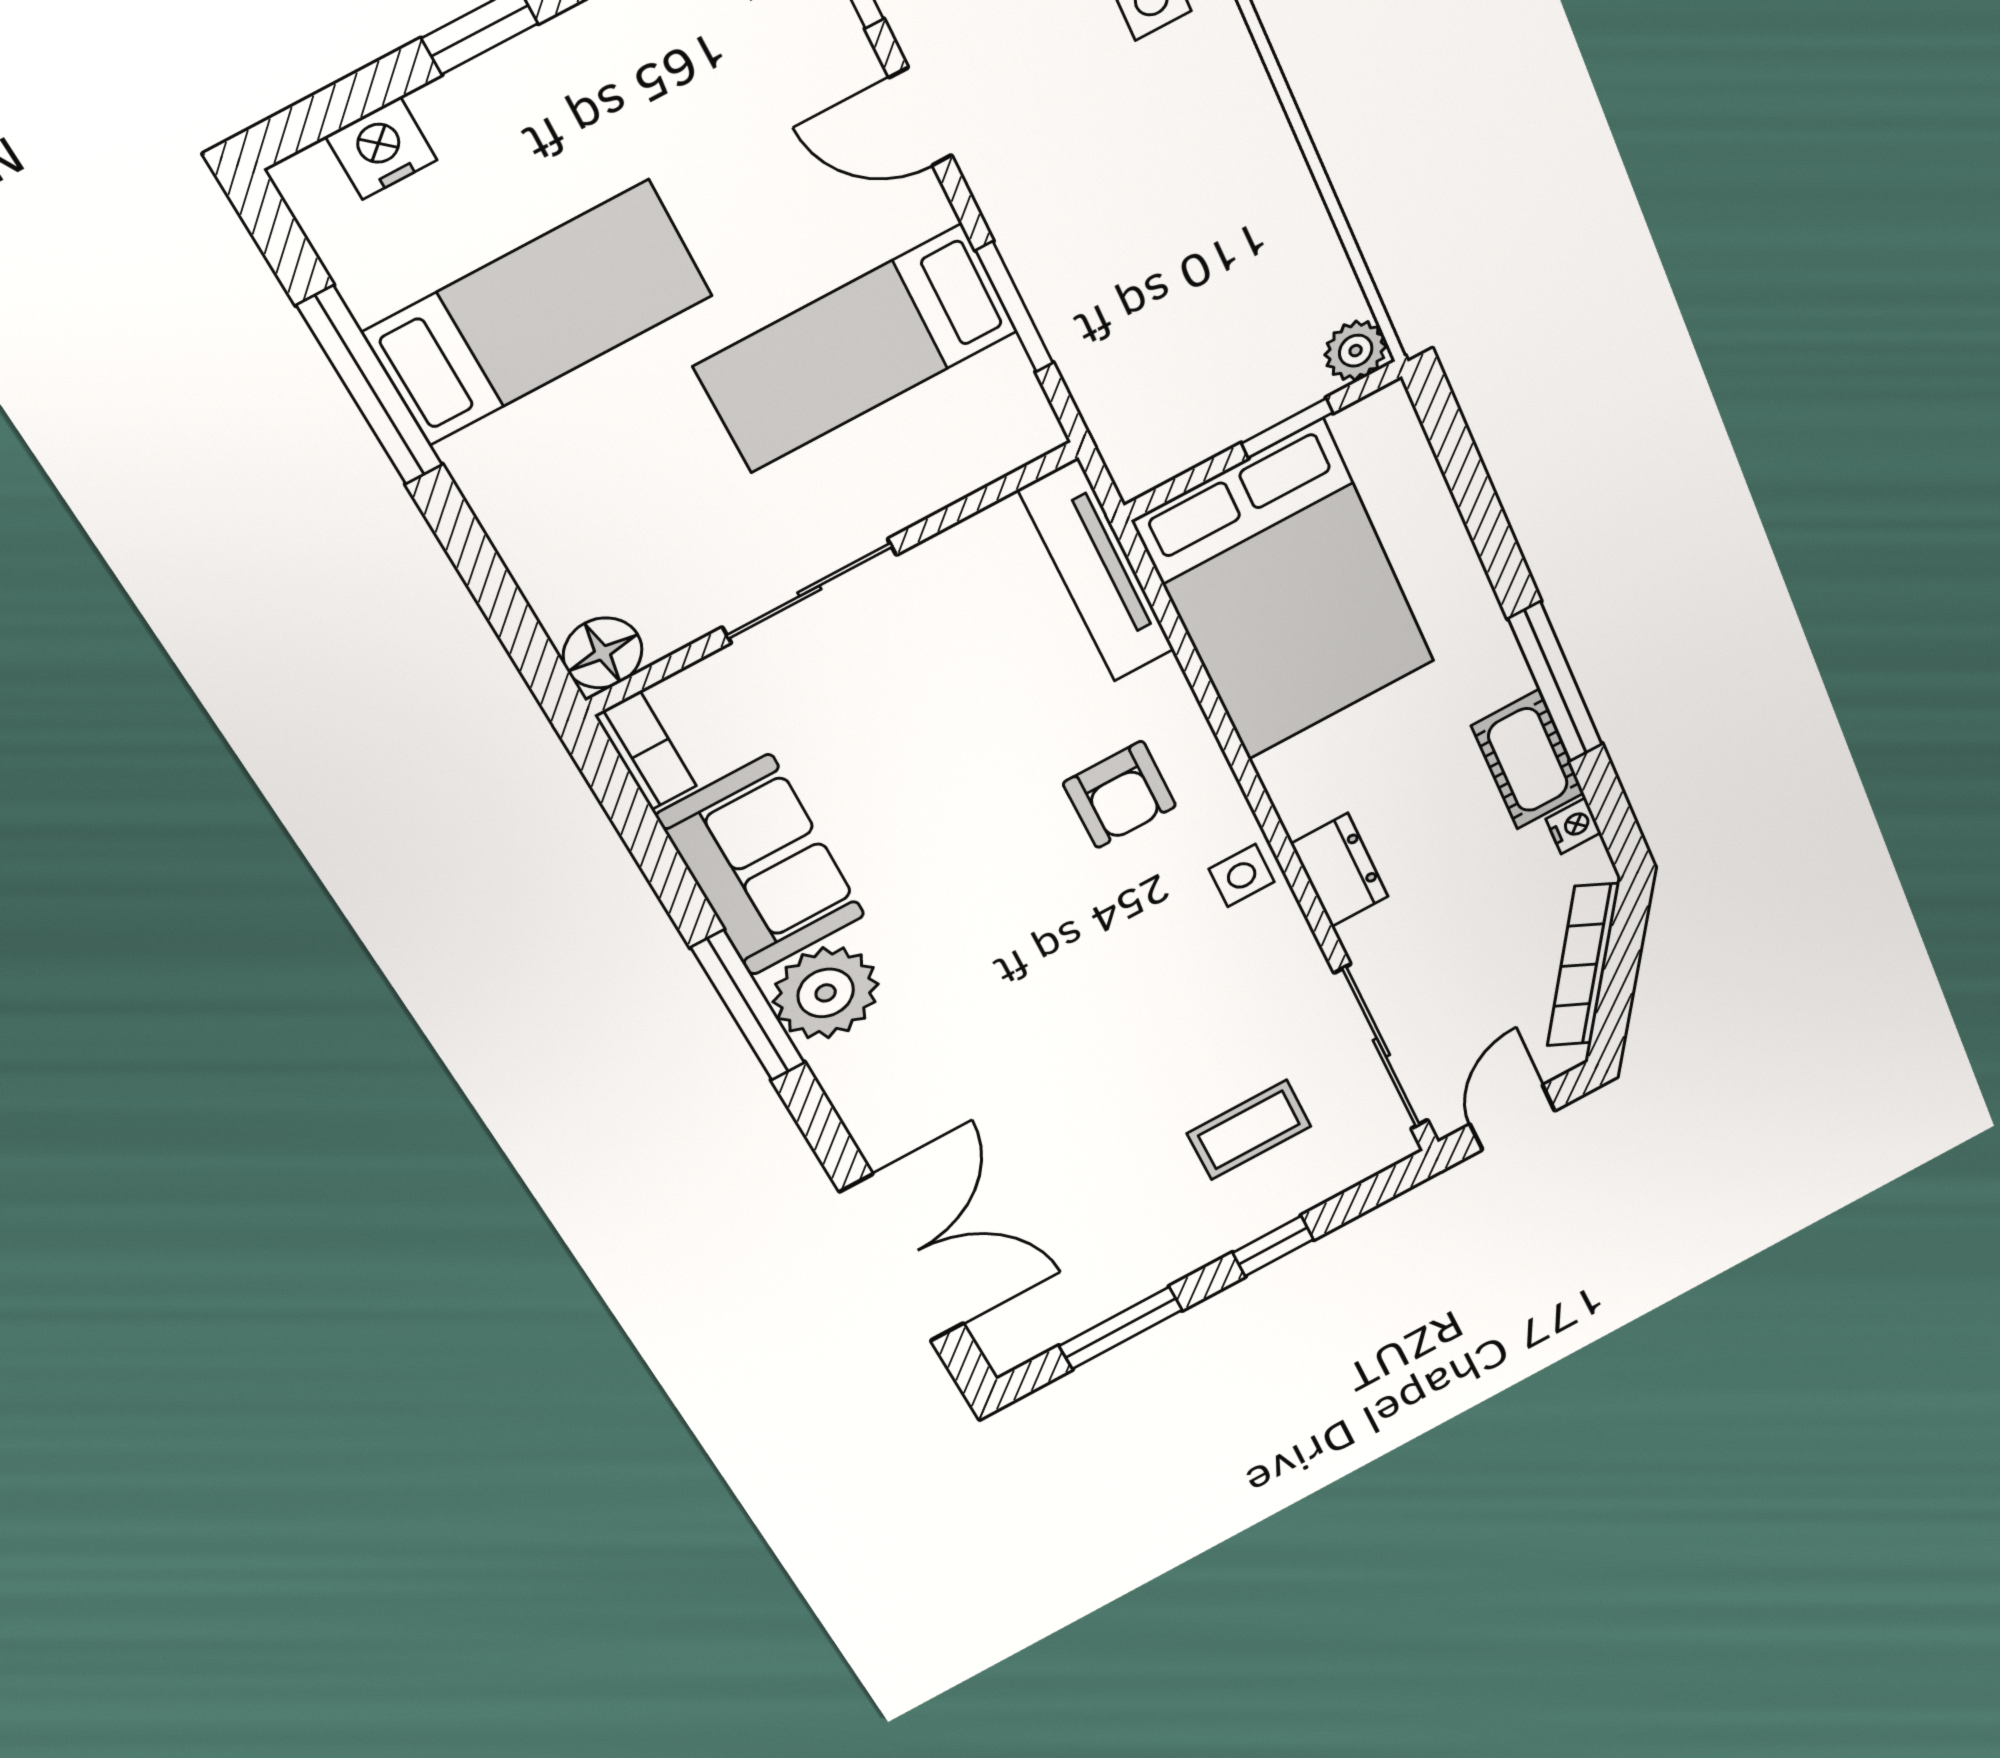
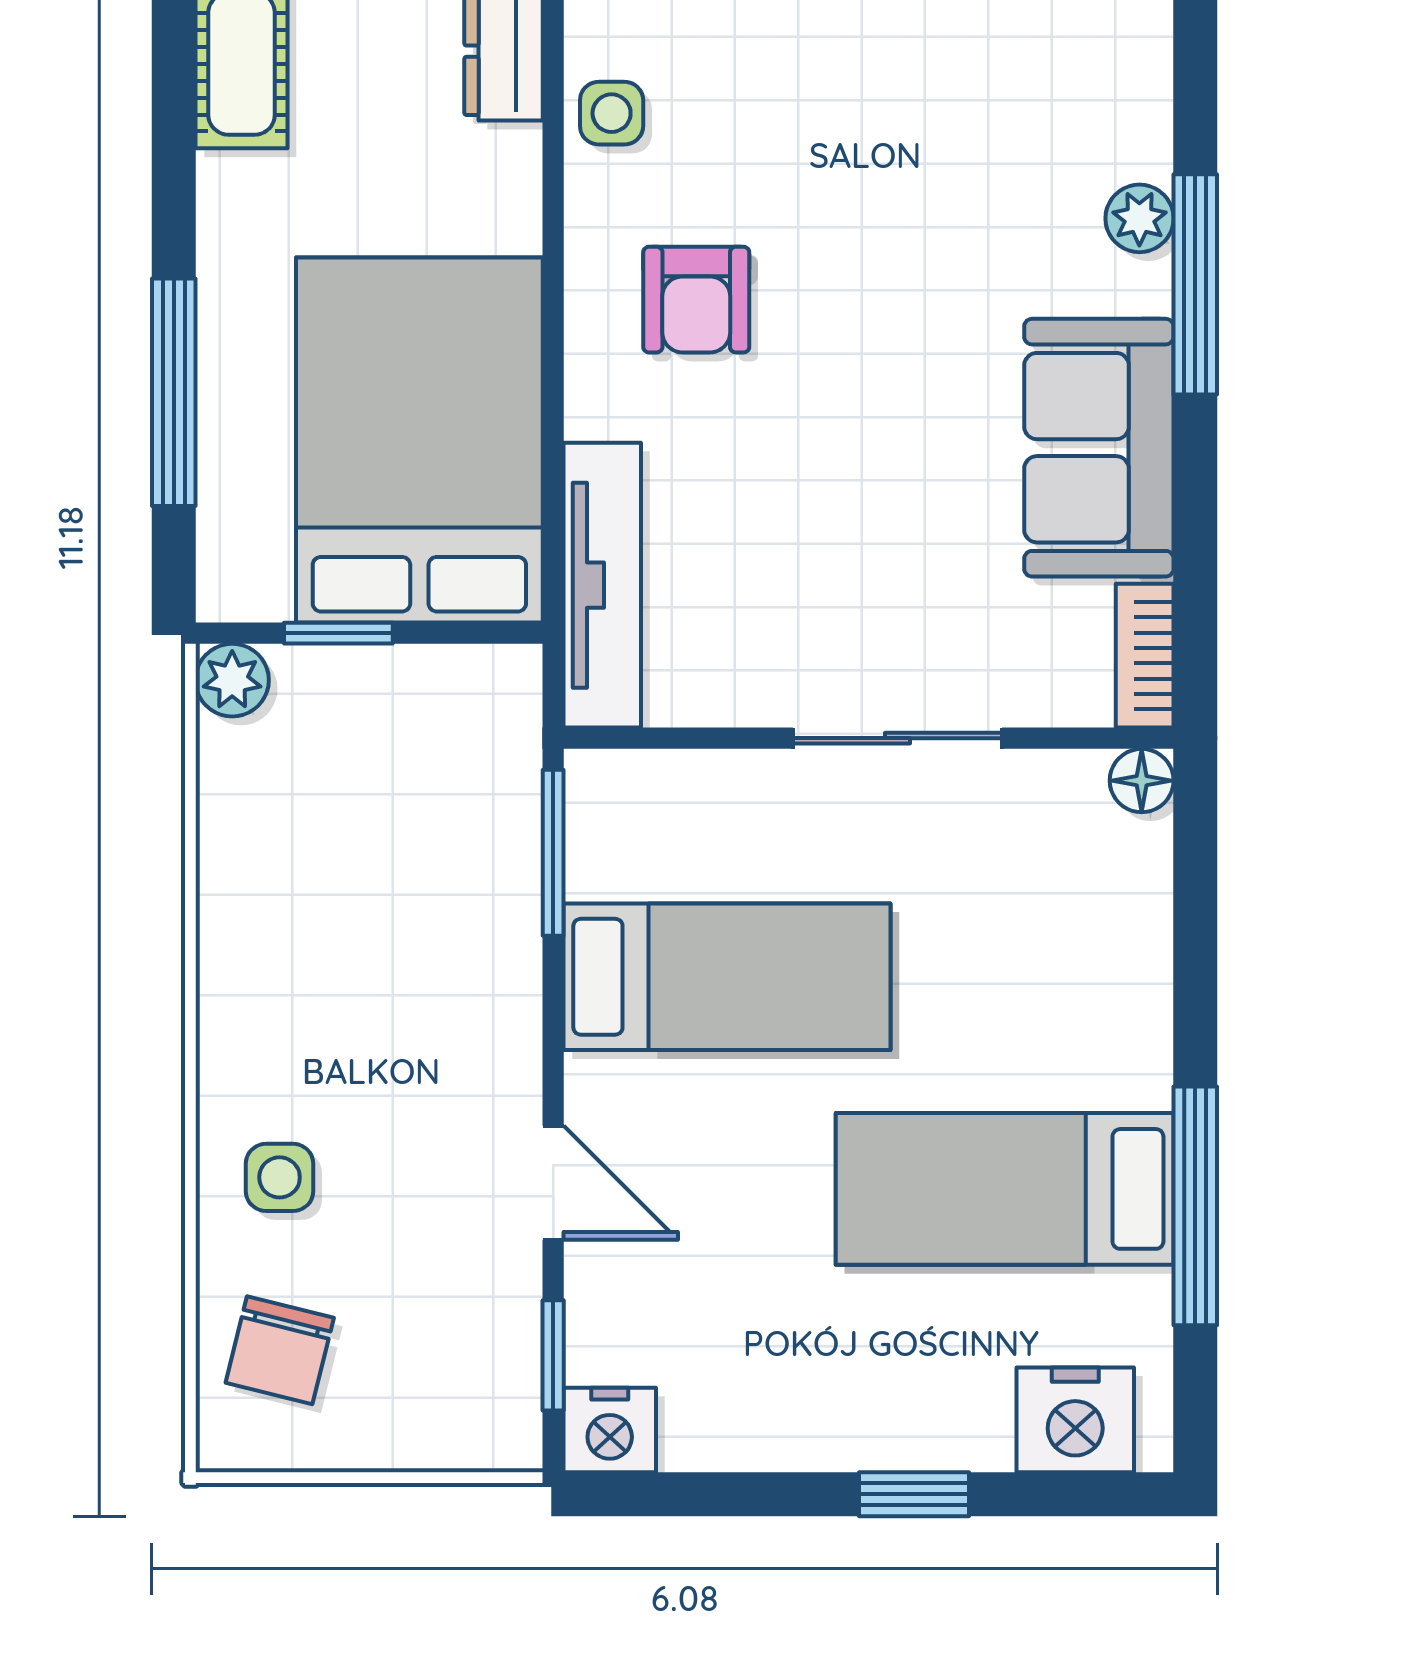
nightstand: (381, 148) -> (1075, 1420), width x1.36, depth x1.33
window: (1015, 307) -> (553, 853), moved
floor lamp: (603, 653) -> (1142, 781), width x0.73, depth x0.73
window: (1556, 682) -> (174, 392), moved
armchair: (1120, 795) -> (696, 300), turned 180
plant: (826, 993) -> (1139, 218), width x0.53, depth x0.53

